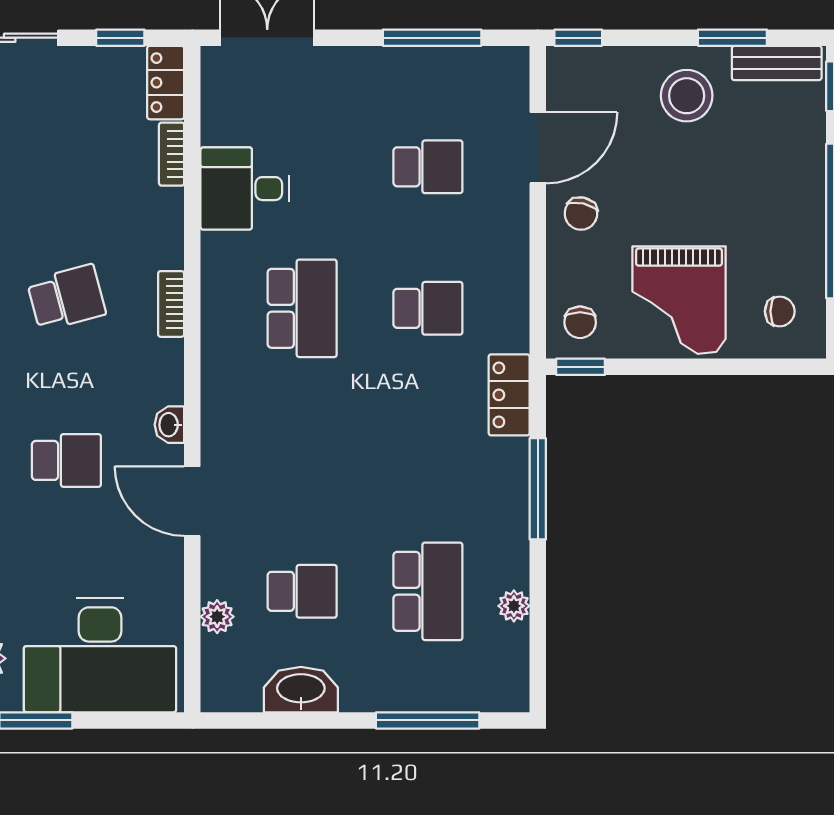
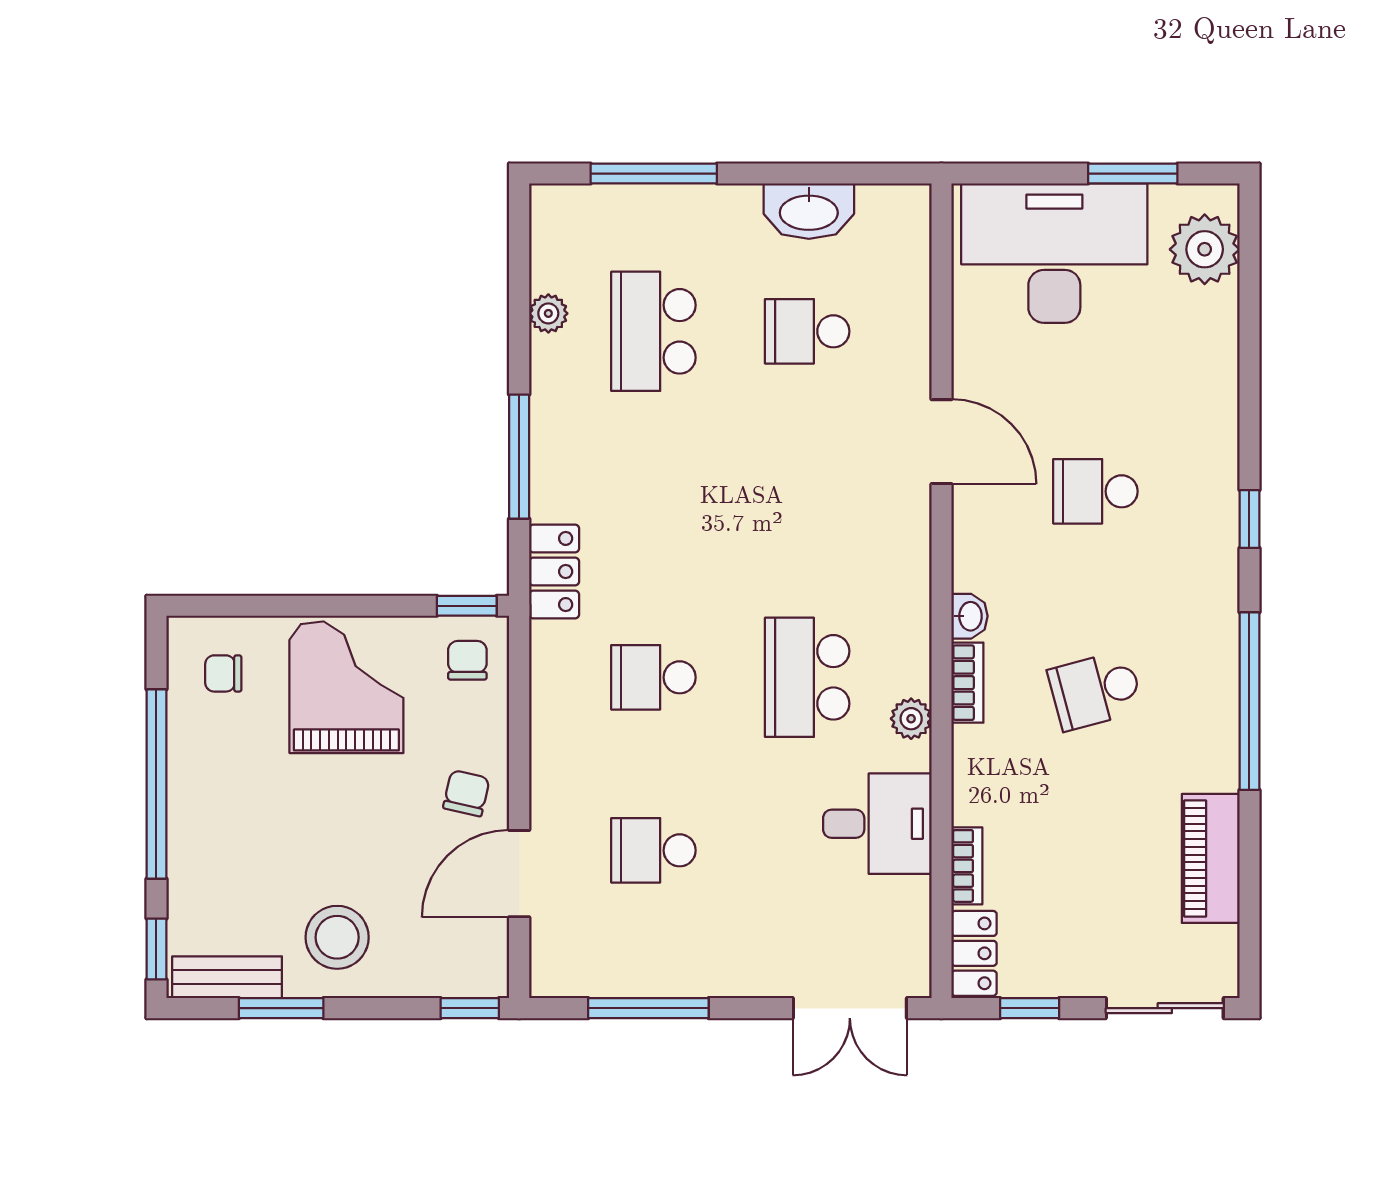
washbasin: (169, 425) -> (969, 616), moved
plant: (217, 617) -> (911, 719), moved

